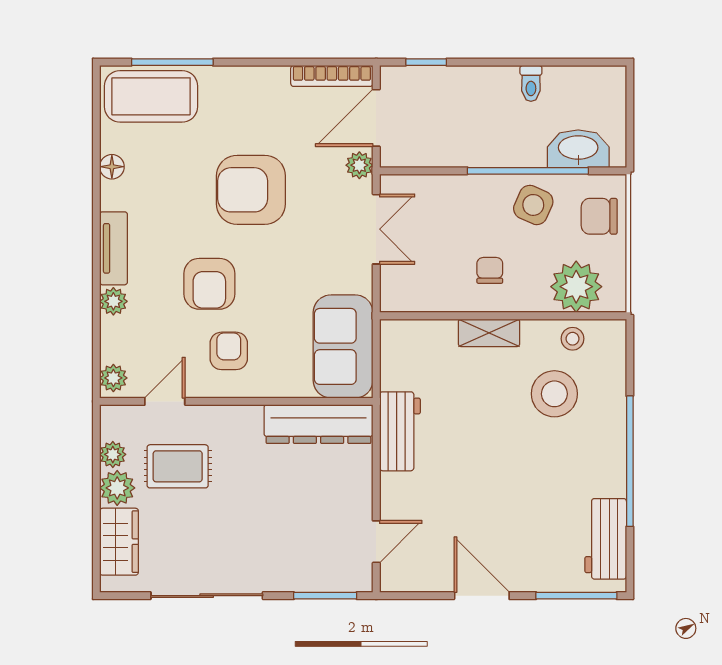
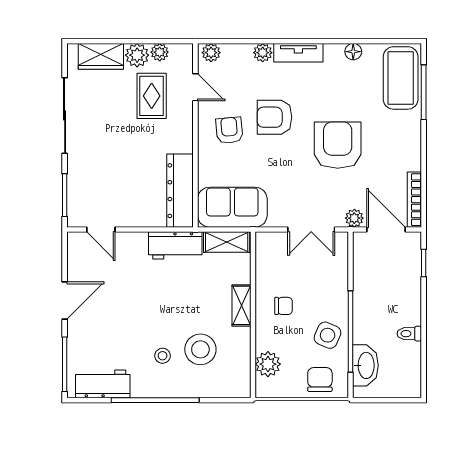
plant: (576, 287) -> (268, 364), width x0.73, depth x0.73
stool: (573, 339) -> (163, 356), moved
armchair: (229, 351) -> (229, 130), turned -95
shelving: (395, 355) -> (227, 242), added

